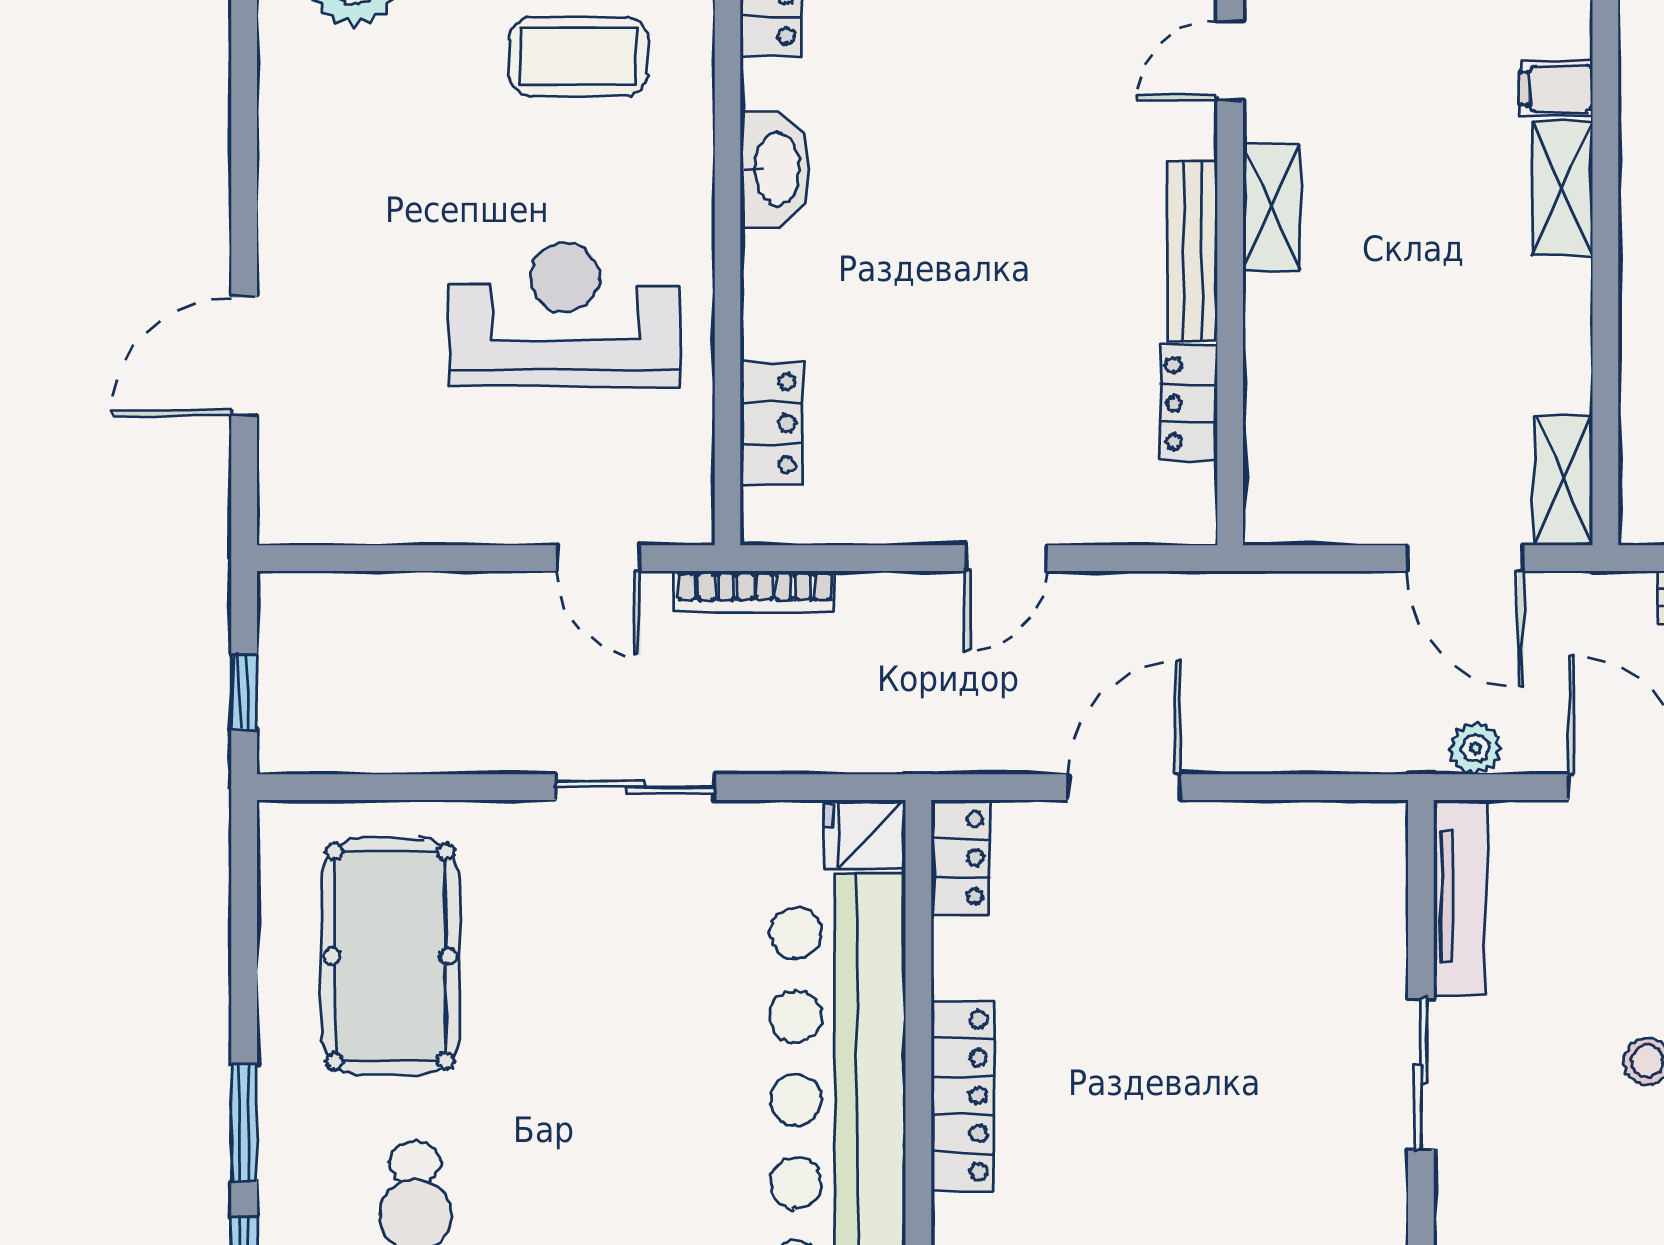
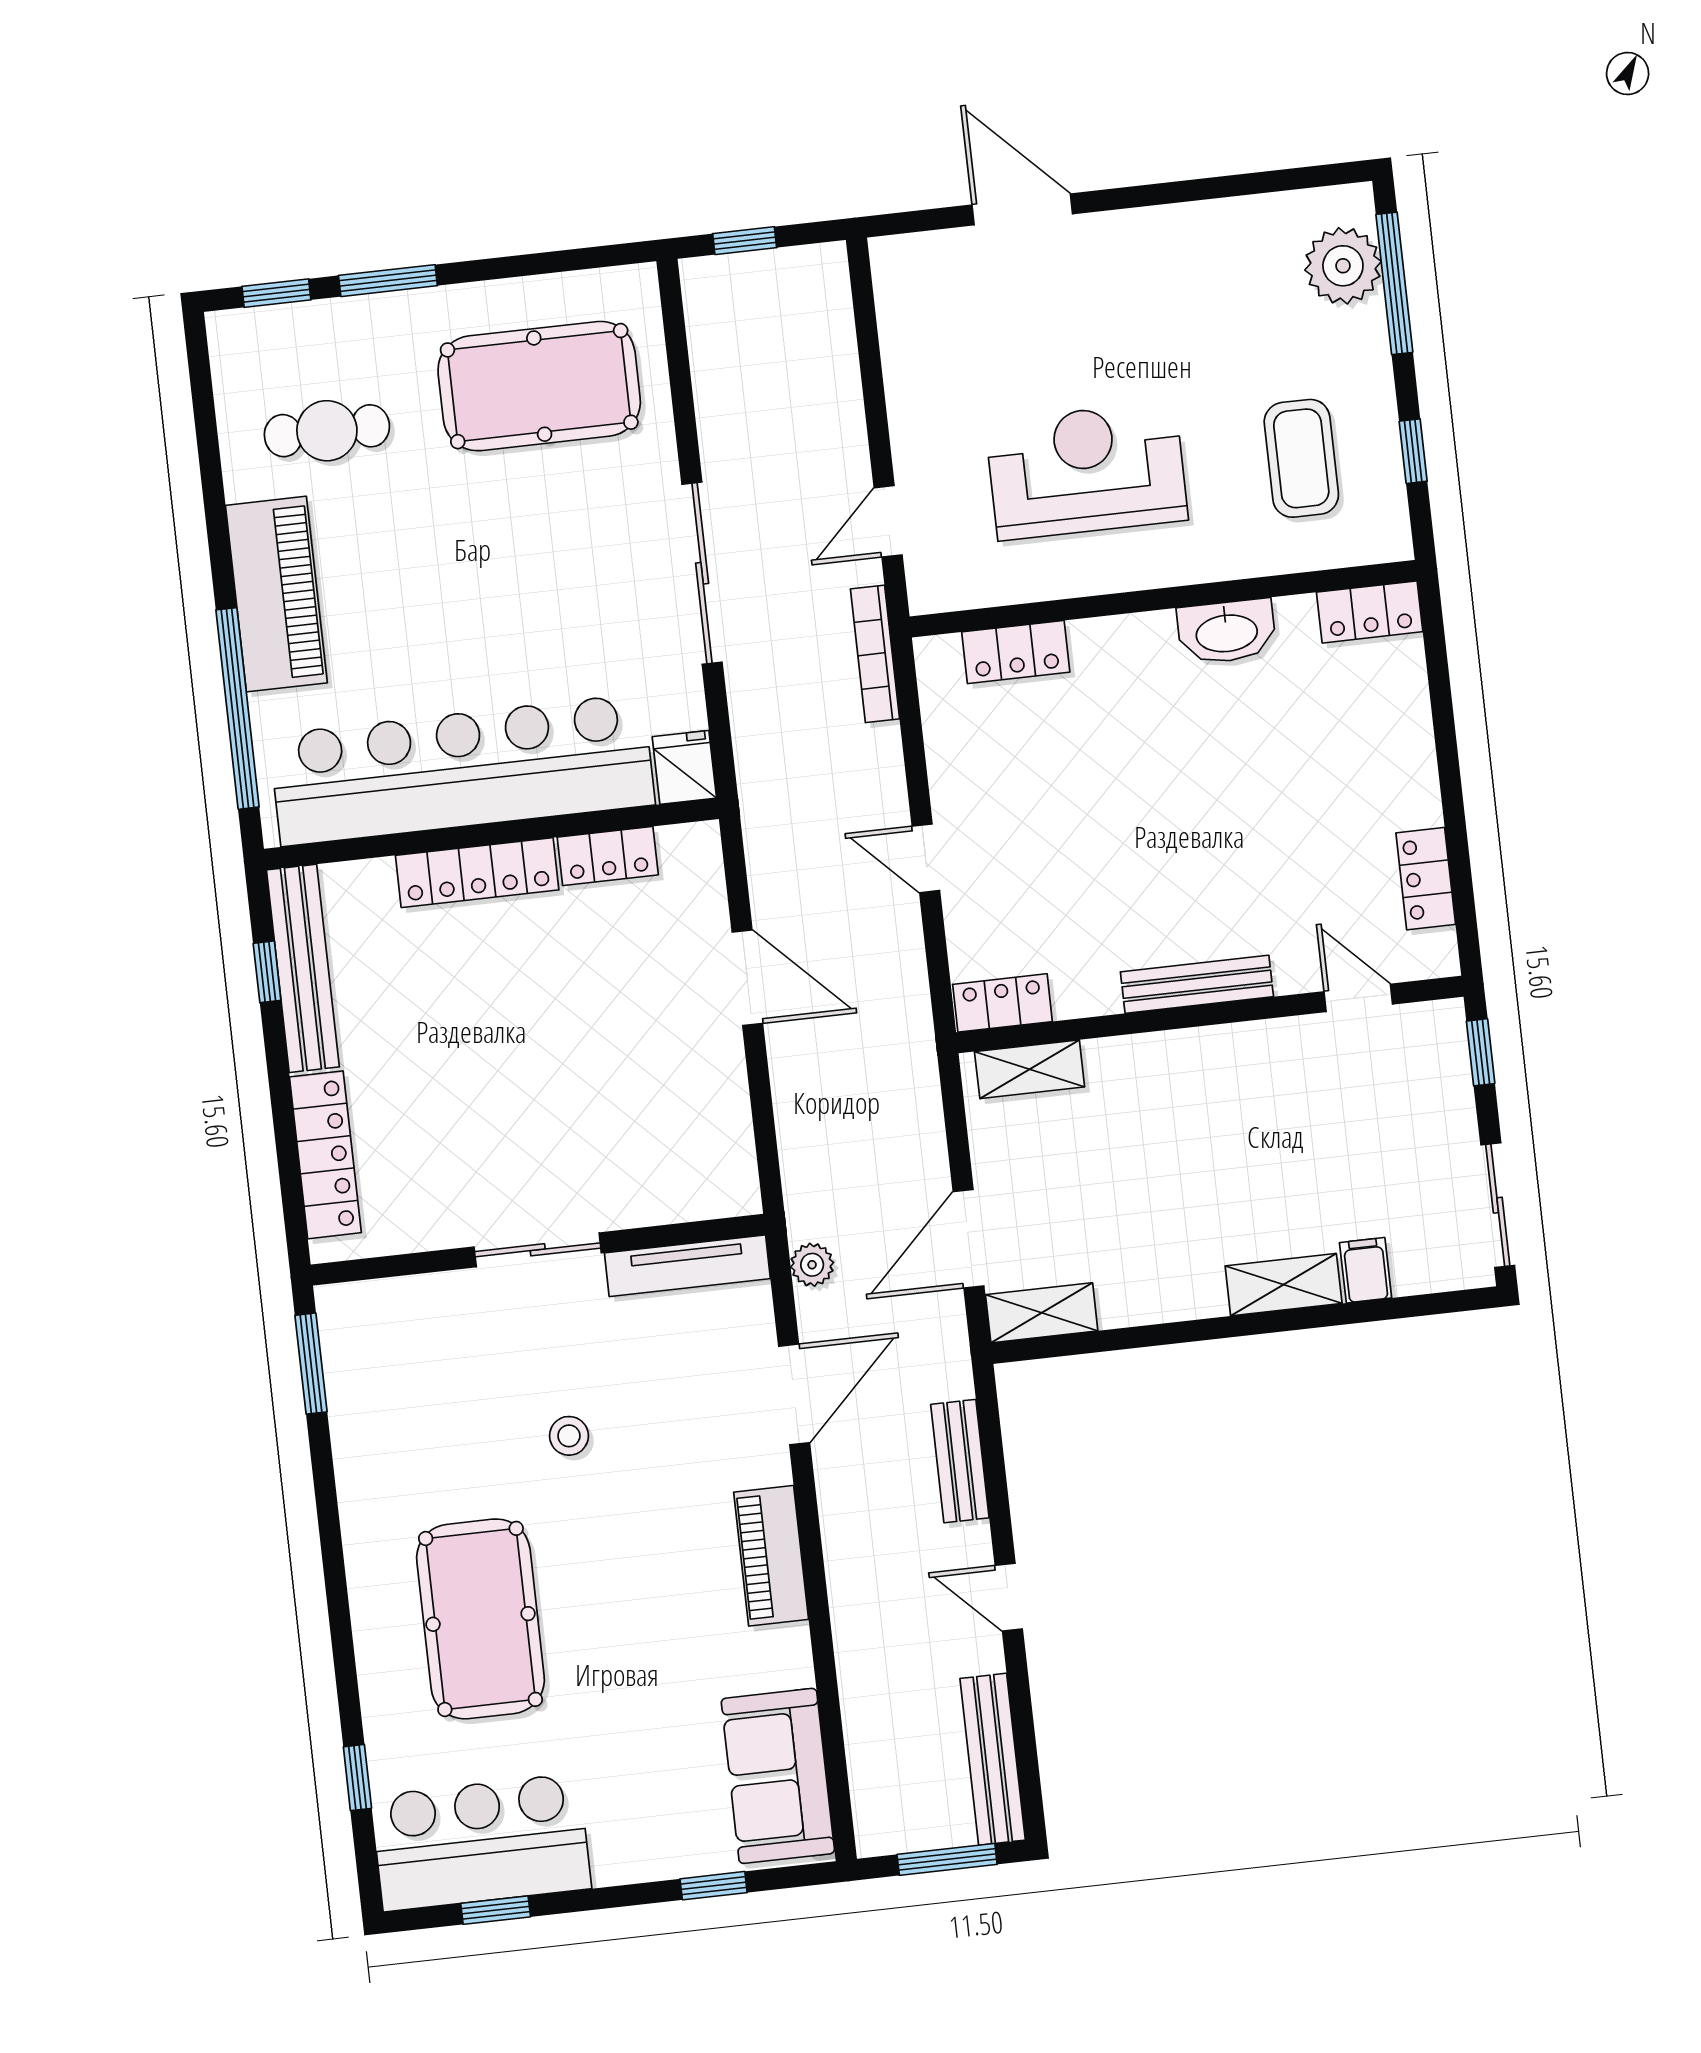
shelving: (1271, 207) -> (1030, 1069), moved
reception desk: (564, 314) -> (1087, 471), turned -90
locker: (1188, 403) -> (1003, 1003), moved
sliding door: (635, 787) -> (702, 573), width x1.37
locker: (960, 858) -> (608, 856), moved

